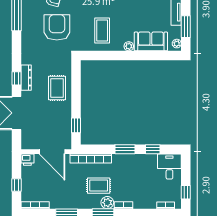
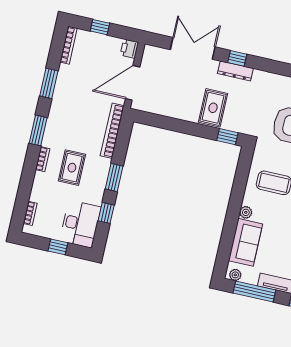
window: (186, 27) -> (254, 292), width x1.44
rug: (57, 88) -> (213, 108), turned 90
window: (76, 125) -> (227, 137), moved
desk: (169, 167) -> (80, 224), width x1.37
rug: (99, 186) -> (72, 168), moved
window: (186, 192) -> (58, 247), moved
plant: (107, 203) -> (51, 139), removed

